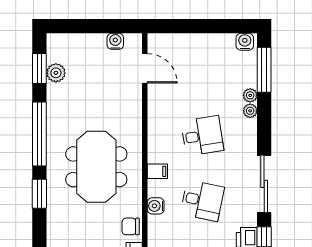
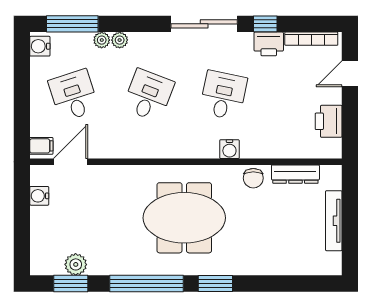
desk: (202, 71) -> (74, 95), added
desk: (202, 136) -> (148, 95), turned 30
filing cabinet: (157, 171) -> (41, 146), moved, turned 90

